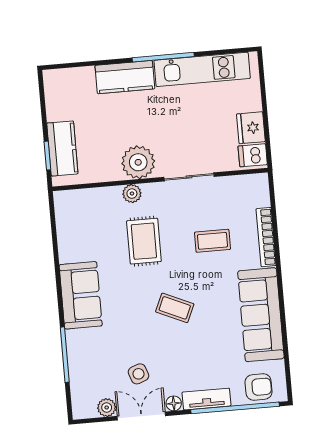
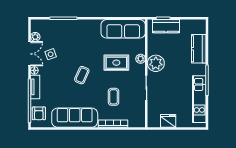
kitchen counter: (125, 77) -> (199, 49), moved
dishwasher: (253, 155) -> (154, 121), removed
sofa: (81, 295) -> (123, 29), moved, width x1.36

